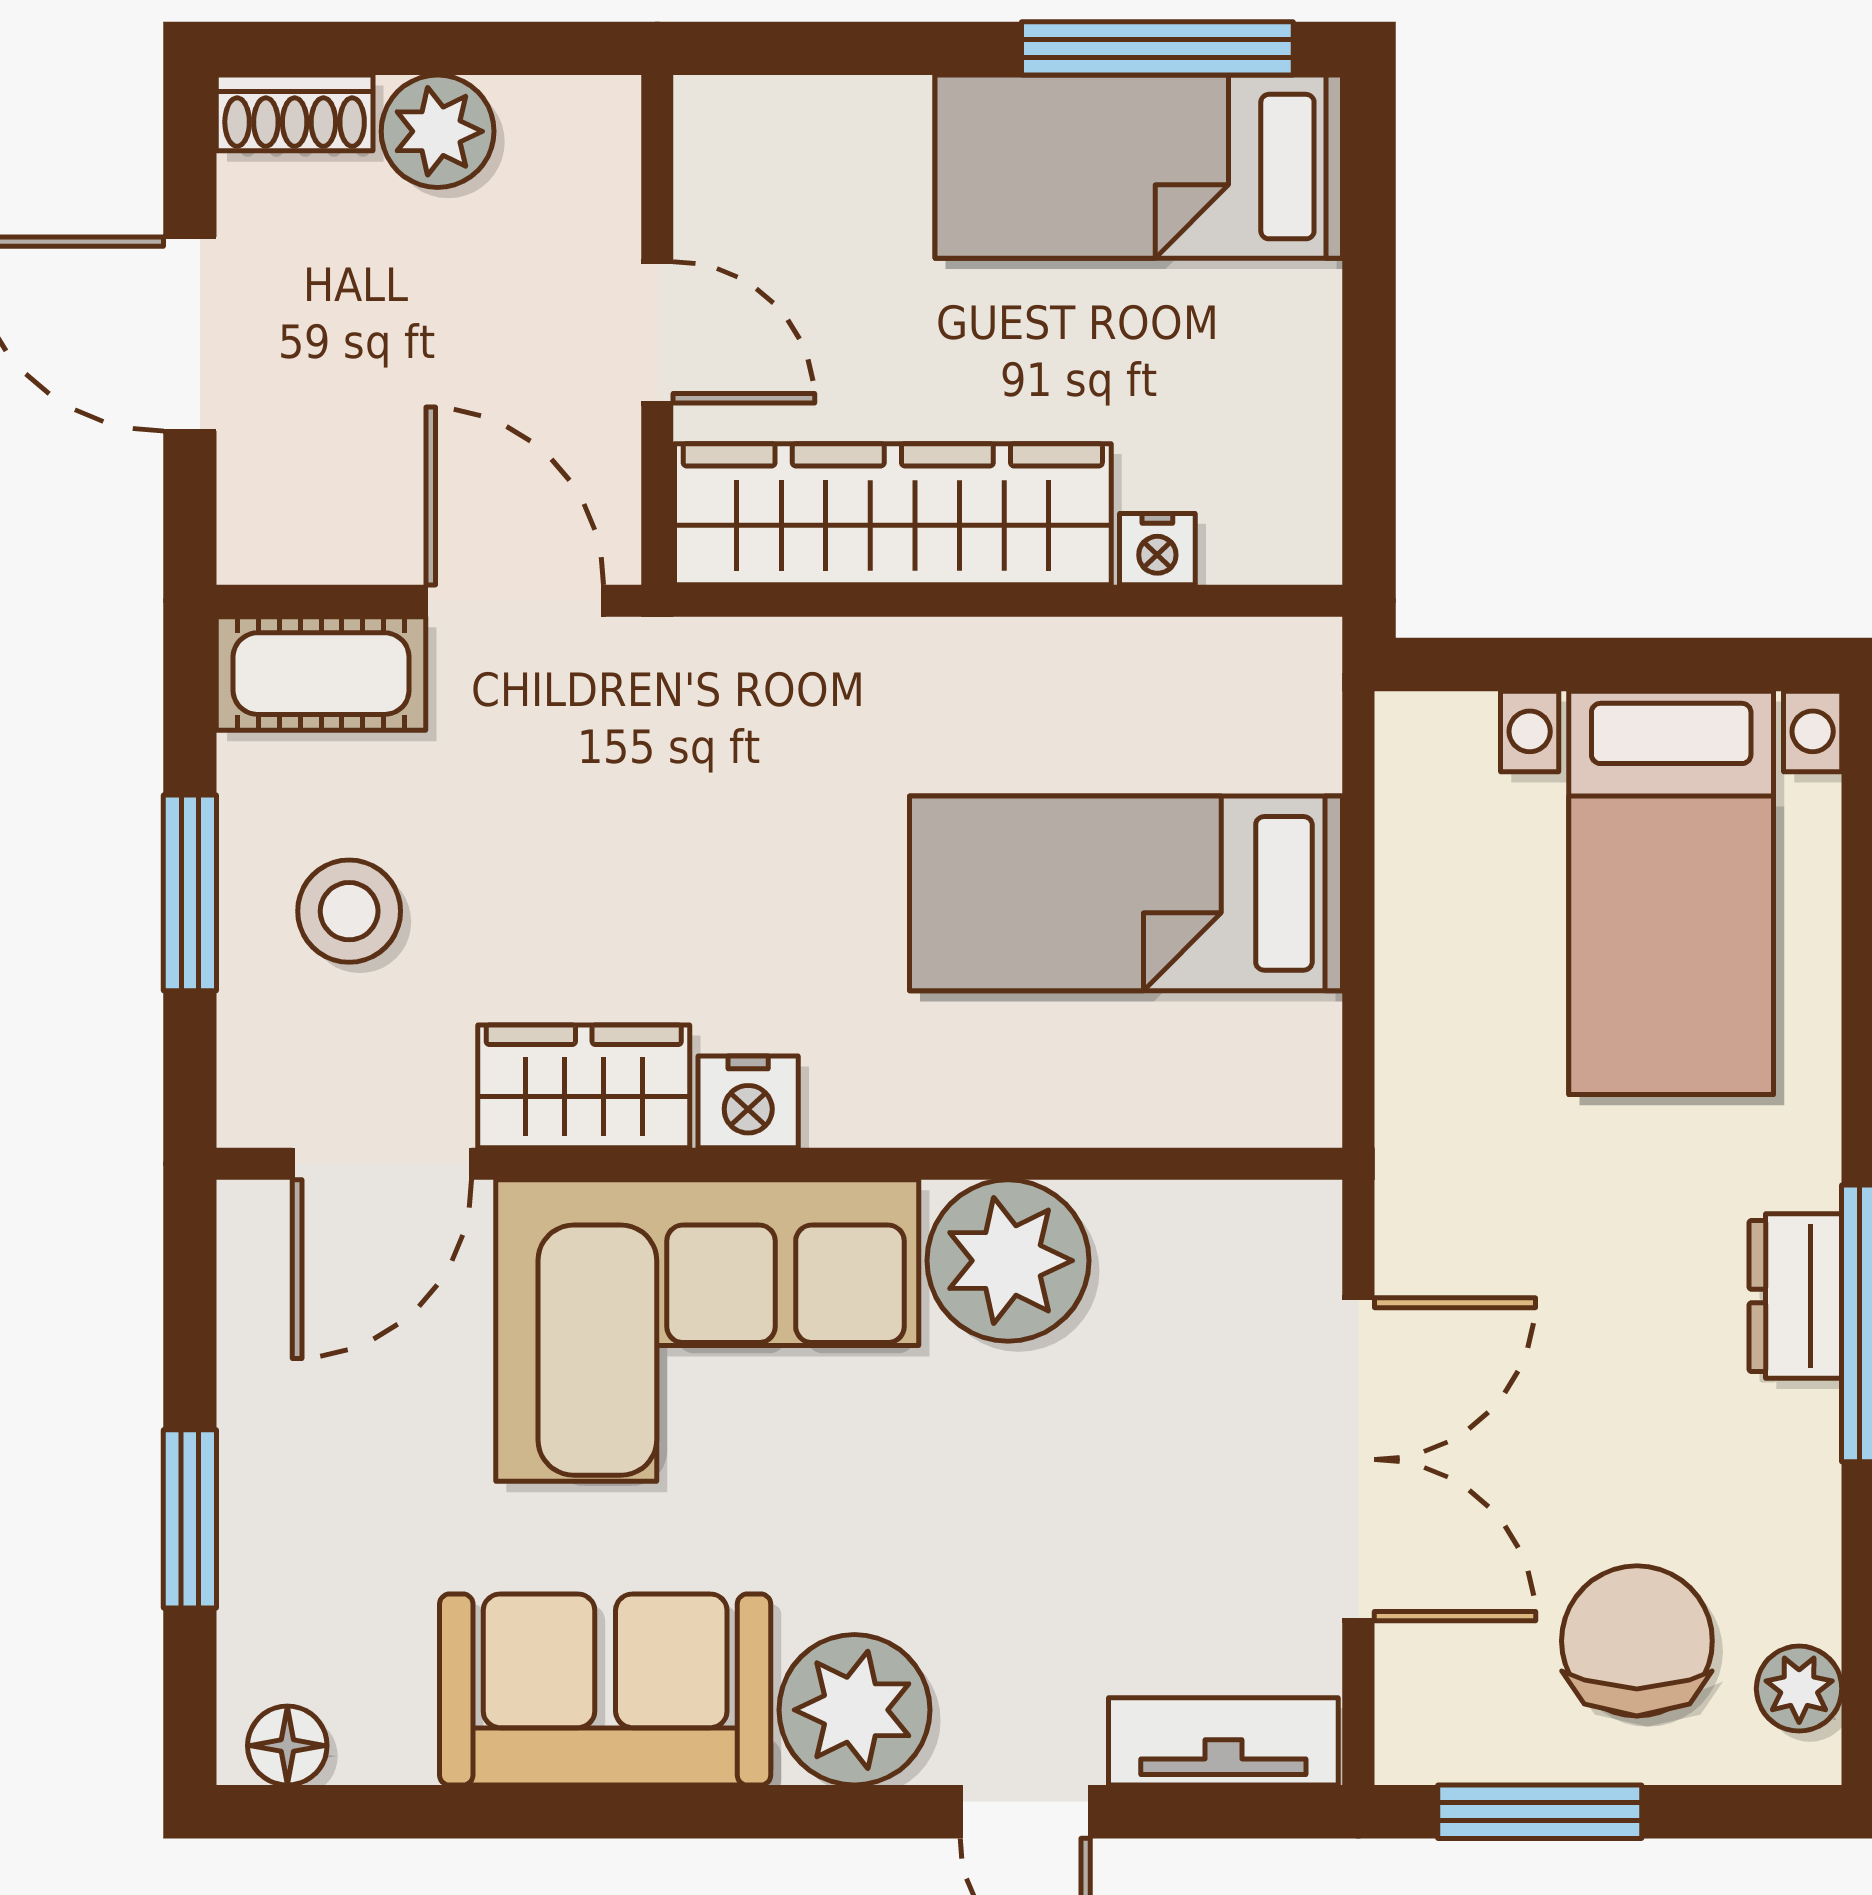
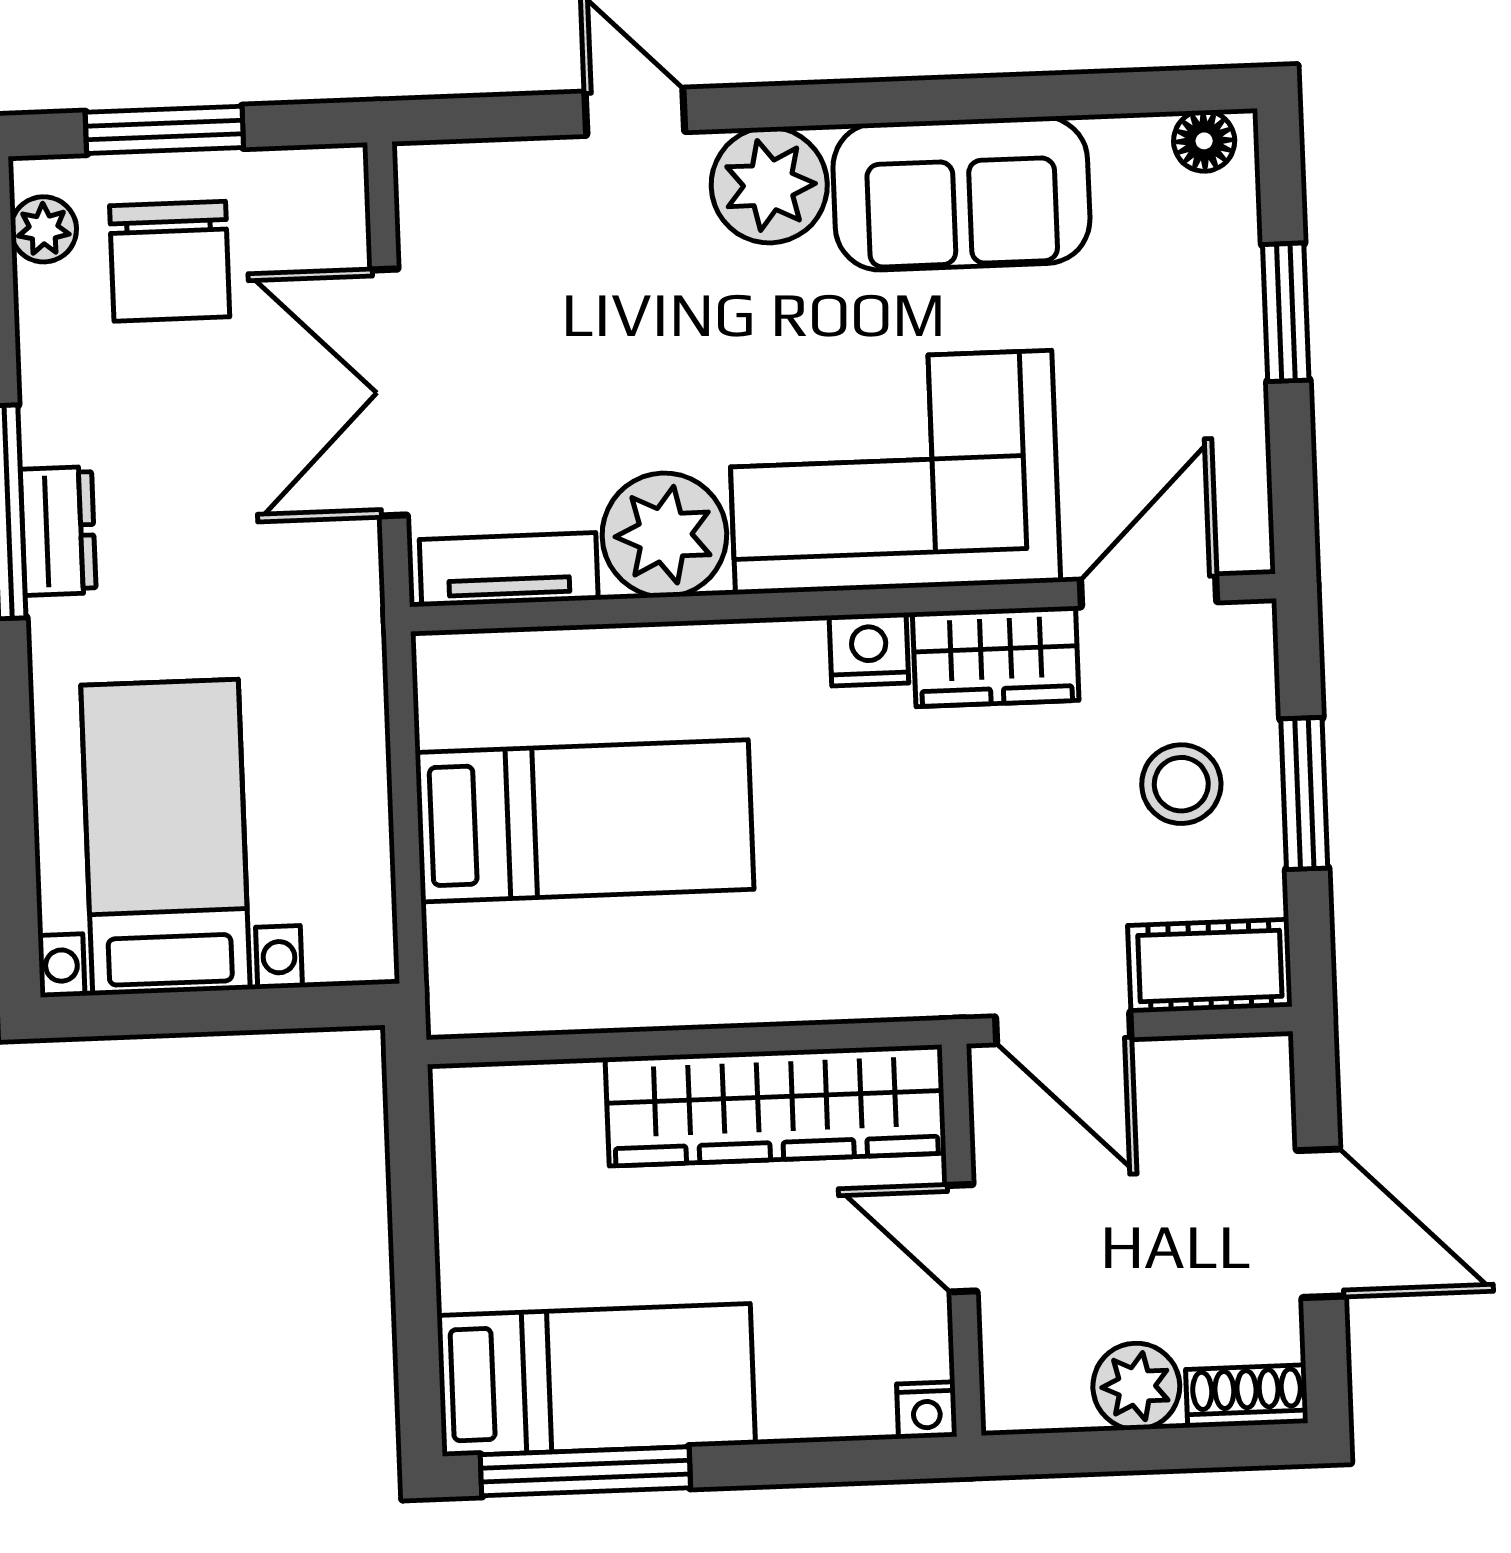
nightstand: (1157, 549) -> (927, 1410), moved, turned 180
tv unit: (1223, 1741) -> (509, 570), moved, turned 180
window: (1540, 1812) -> (164, 130), moved

